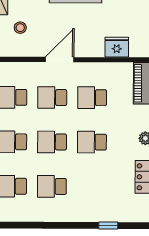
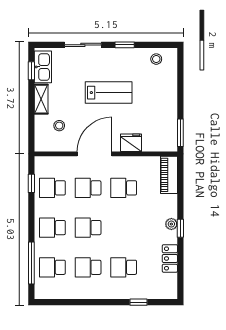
fridge: (117, 47) -> (131, 143), moved
door: (60, 59) -> (95, 154), width x1.36
school desk: (92, 142) -> (124, 267), moved

